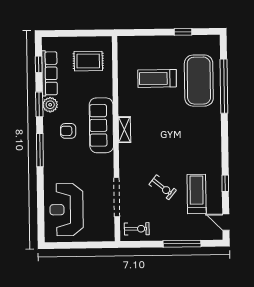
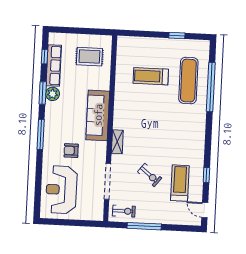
exercise mat: (199, 81) -> (188, 81), width x0.68
shelving: (124, 130) -> (117, 142), moved
armchair: (68, 131) -> (71, 151), moved
window: (182, 244) -> (144, 226), moved

